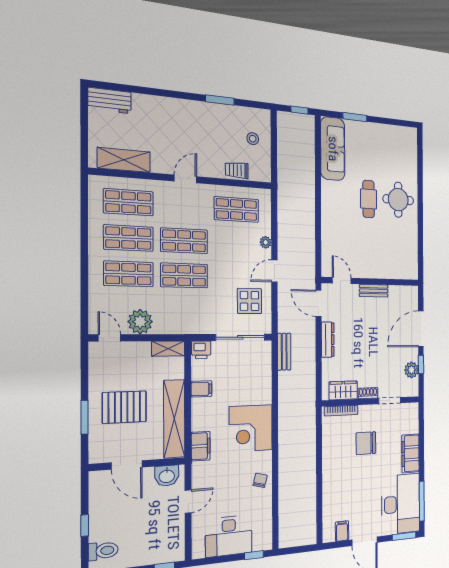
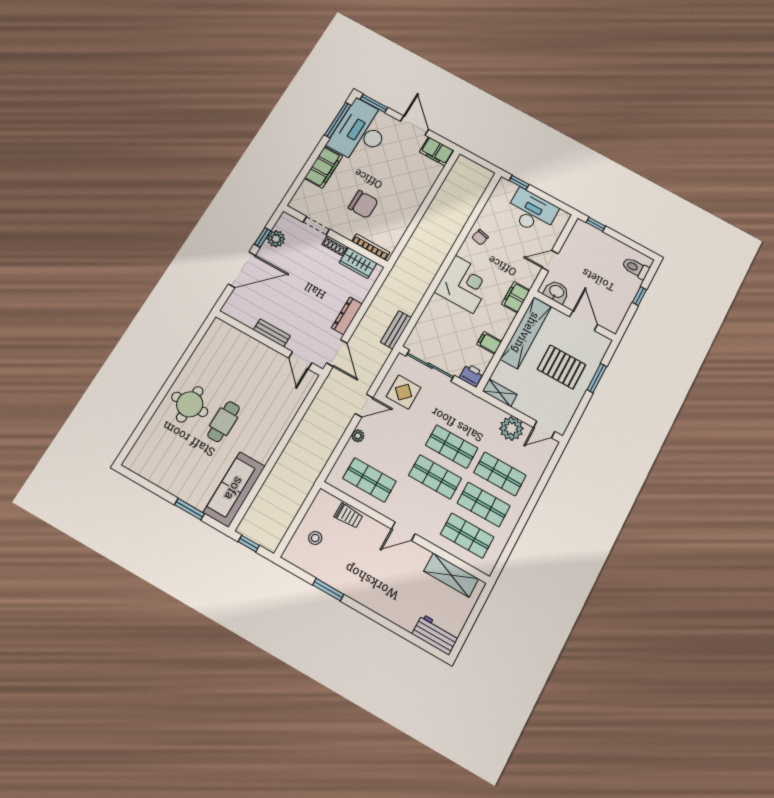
door: (109, 338) -> (544, 430), hinge flipped
filing cabinet: (342, 531) -> (437, 151), width x2.00

